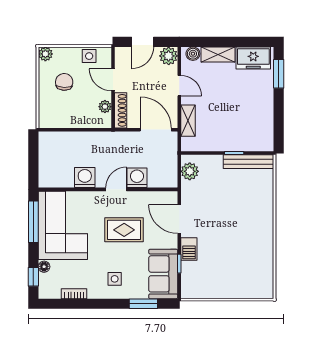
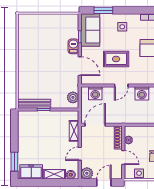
door: (179, 86) -> (80, 154), hinge flipped
door: (156, 130) -> (95, 125), swing flipped
washing machine: (137, 178) -> (95, 93), moved

